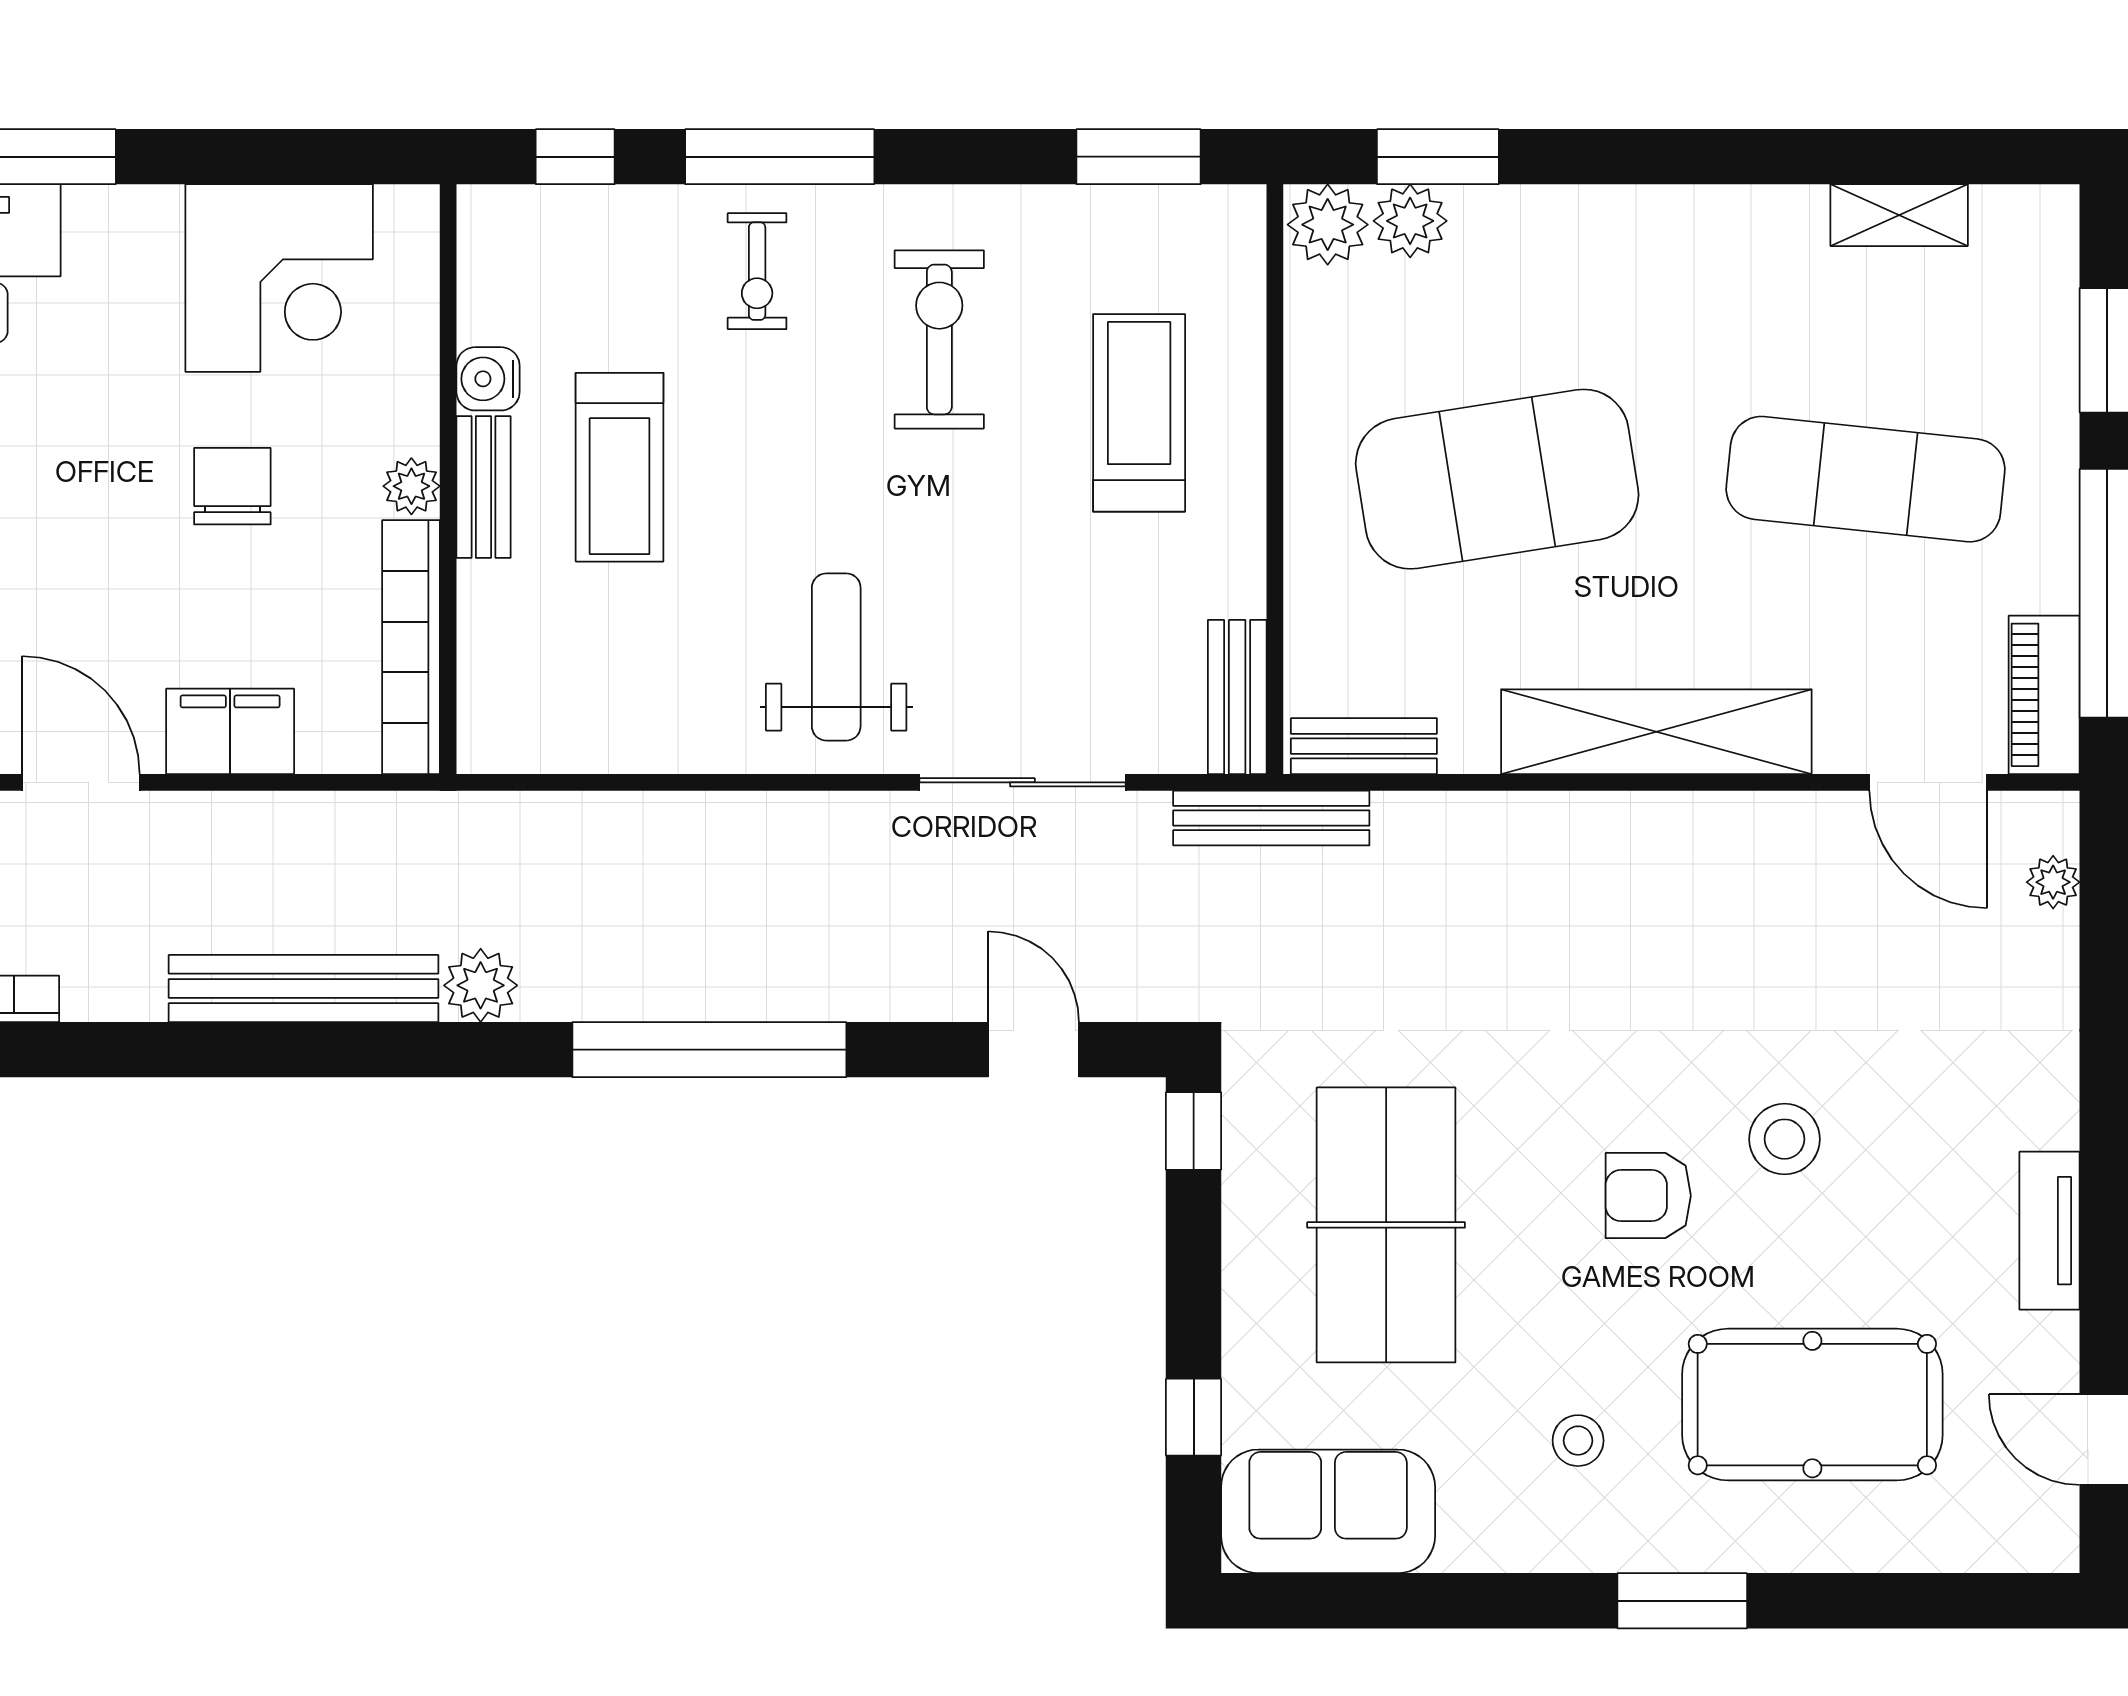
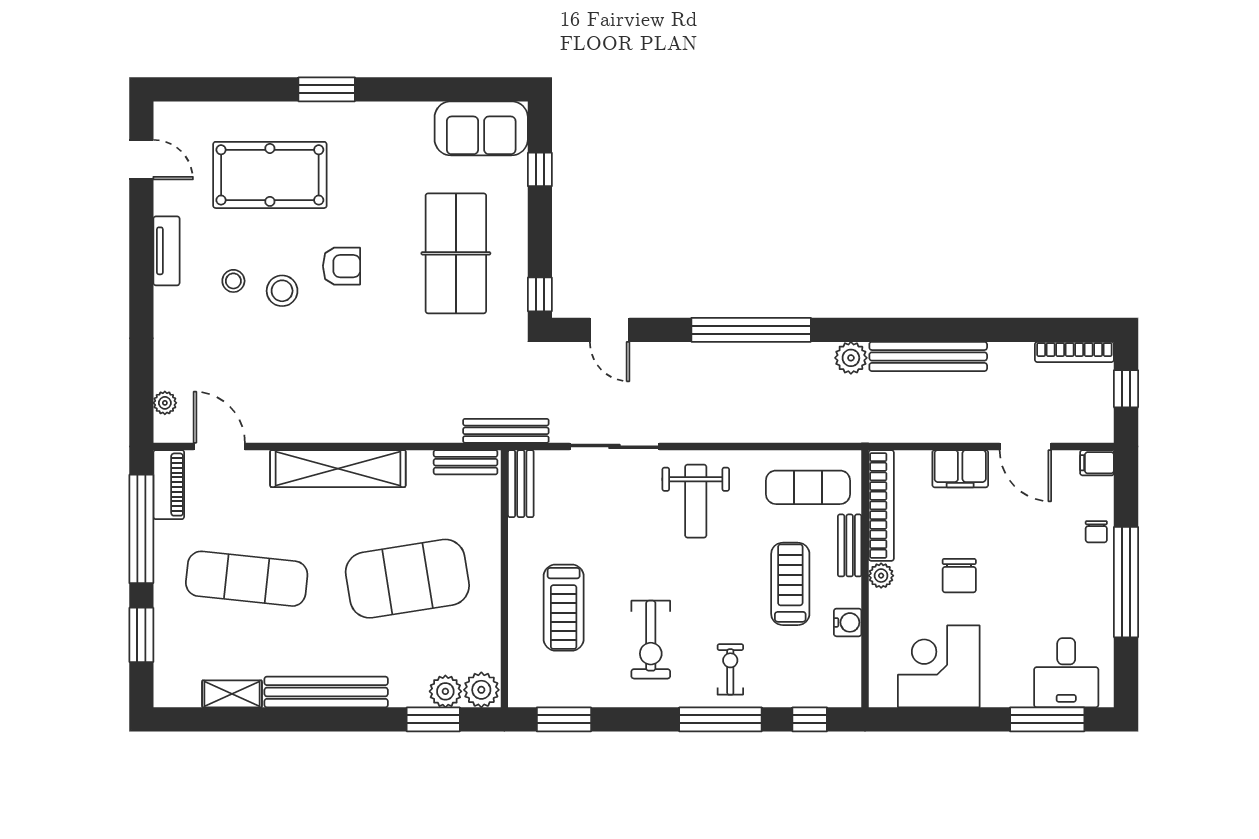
bench: (1683, 219) -> (326, 692), added
bench: (483, 487) -> (850, 545), moved
exercise mat: (579, 689) -> (808, 487), added
stool: (1578, 1441) -> (233, 281), moved

